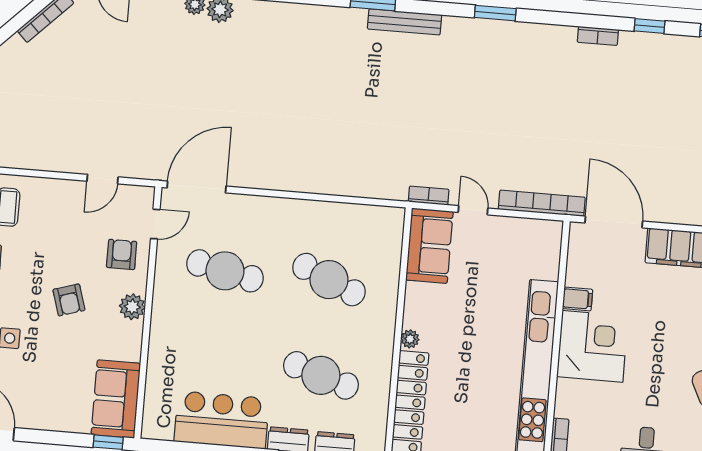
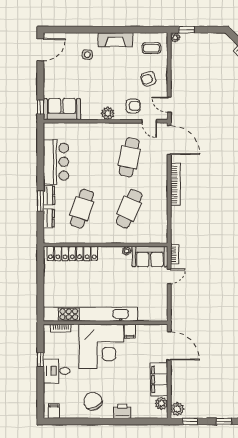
door: (103, 179) -> (169, 105), moved
bookcase: (542, 203) -> (175, 184), moved
door: (614, 222) -> (169, 346), hinge flipped
armchair: (69, 300) -> (148, 79), moved
plant: (410, 339) -> (127, 251), moved
corner desk: (592, 346) -> (101, 346), width x1.36, depth x1.36

